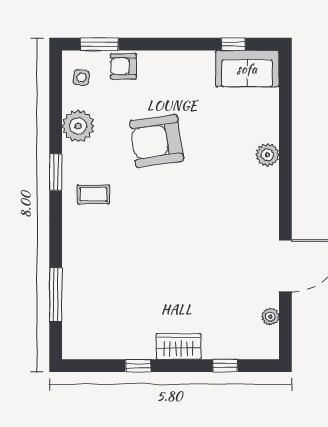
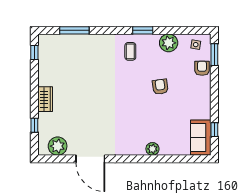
armchair: (156, 141) -> (160, 87), width x0.53, depth x0.53
plant: (270, 317) -> (58, 146), width x1.87, depth x1.87
window: (138, 366) -> (34, 52), moved

